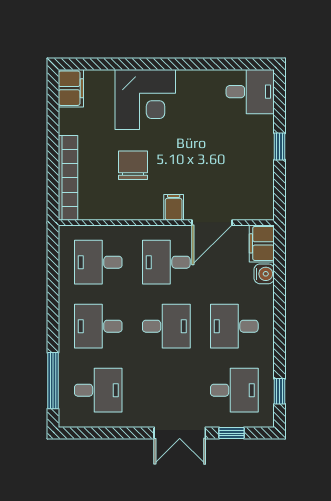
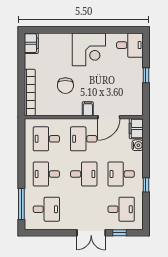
corner desk: (145, 99) -> (89, 49), moved
chair: (133, 165) -> (65, 86), turned 180
window: (280, 391) -> (146, 185), moved

